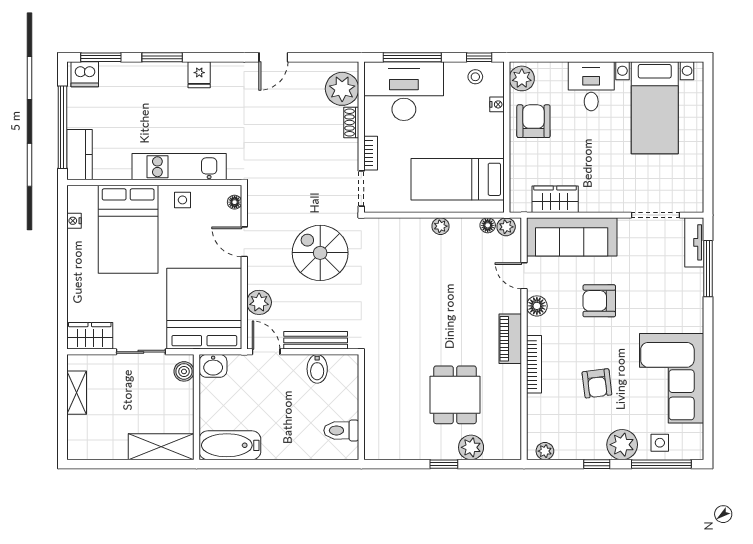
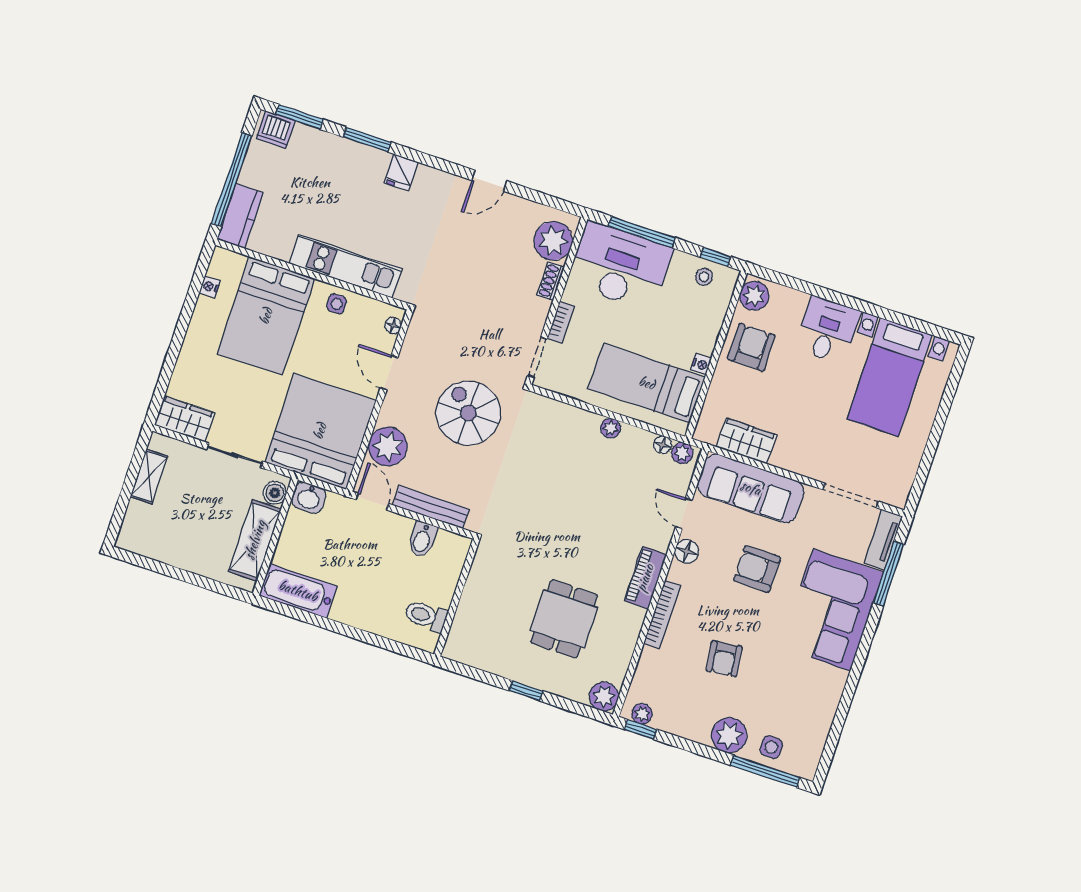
nightstand: (497, 104) -> (701, 364), moved
plant: (259, 302) -> (388, 446), width x1.36, depth x1.36
corner sofa: (672, 378) -> (832, 610), moved
shelving: (161, 447) -> (255, 540), moved, turned 90
plant: (471, 447) -> (604, 696), moved
window: (597, 464) -> (641, 729), moved

